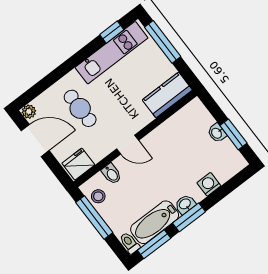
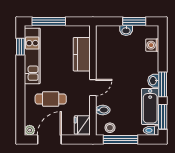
kitchen counter: (167, 95) -> (82, 54), moved
washing machine: (209, 184) -> (152, 45), moved

